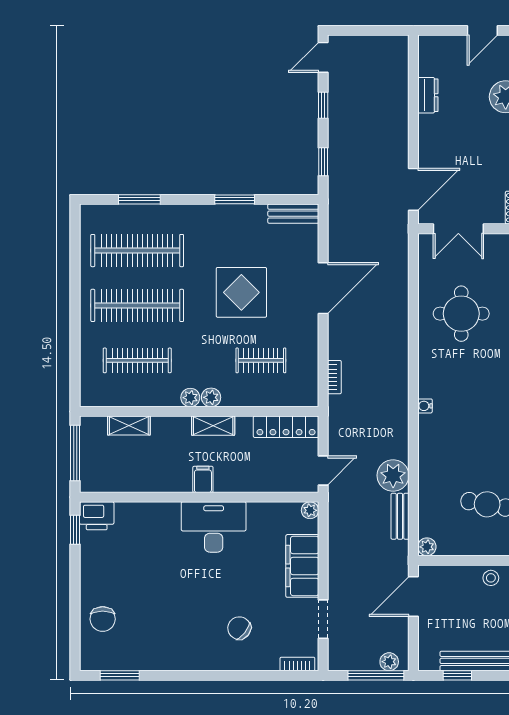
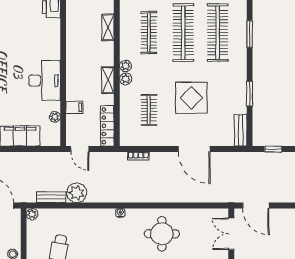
round table: (461, 314) -> (162, 234), moved
filing cabinet: (203, 479) -> (74, 107), moved
plant: (310, 510) -> (55, 117), moved

